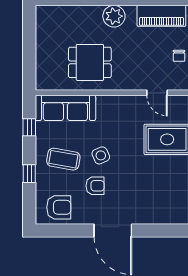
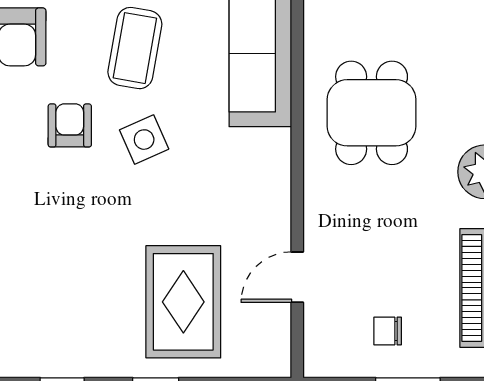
armchair: (95, 186) -> (70, 125), turned 180

